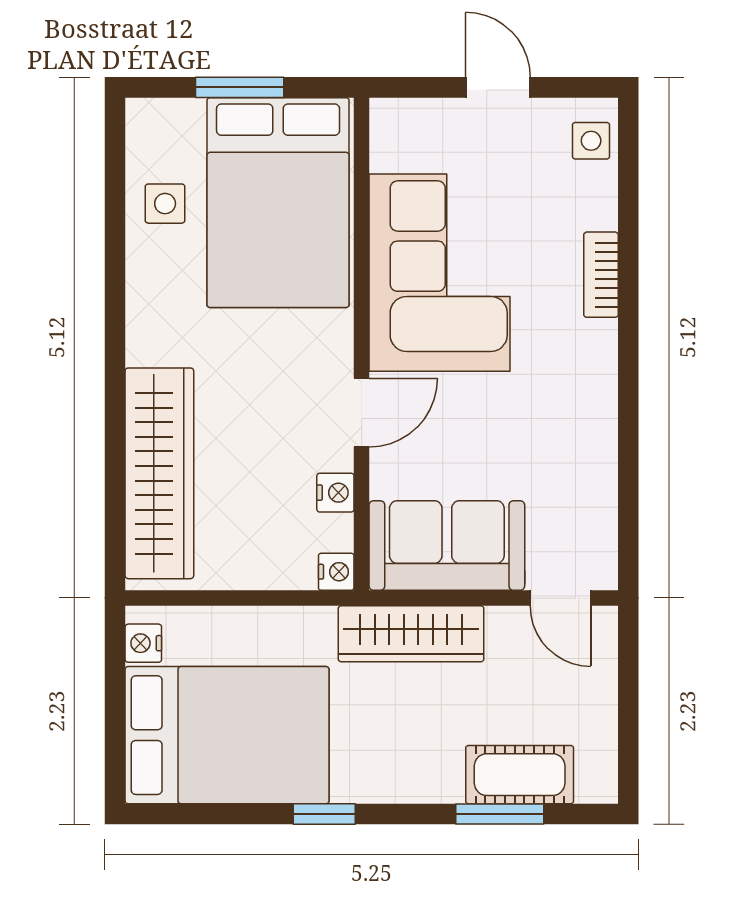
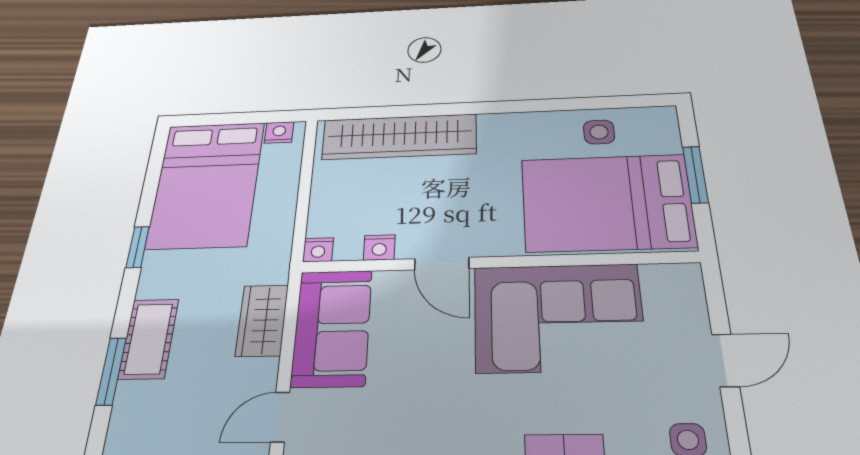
wardrobe: (411, 634) -> (262, 320), width x0.67
cot: (520, 775) -> (149, 339), moved

